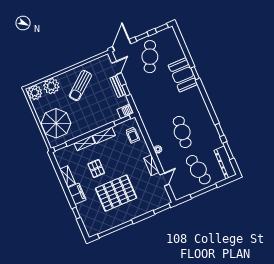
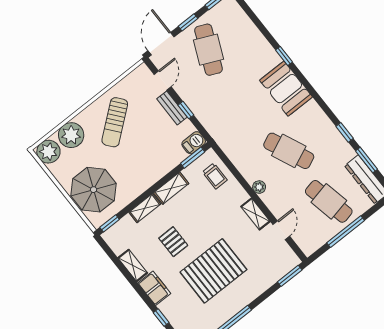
booth: (183, 75) -> (286, 89), moved
cafe table: (182, 132) -> (289, 151), turned -30

